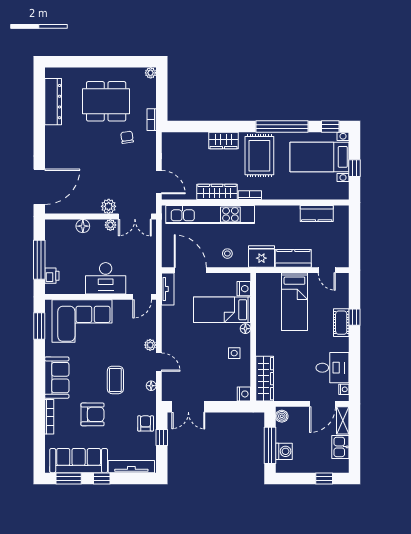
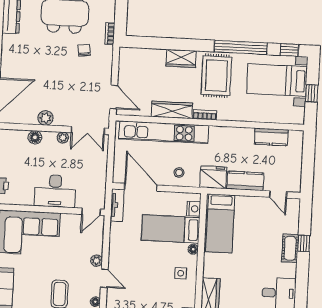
plant: (109, 206) -> (45, 118), moved
bed: (294, 302) -> (220, 223), moved

